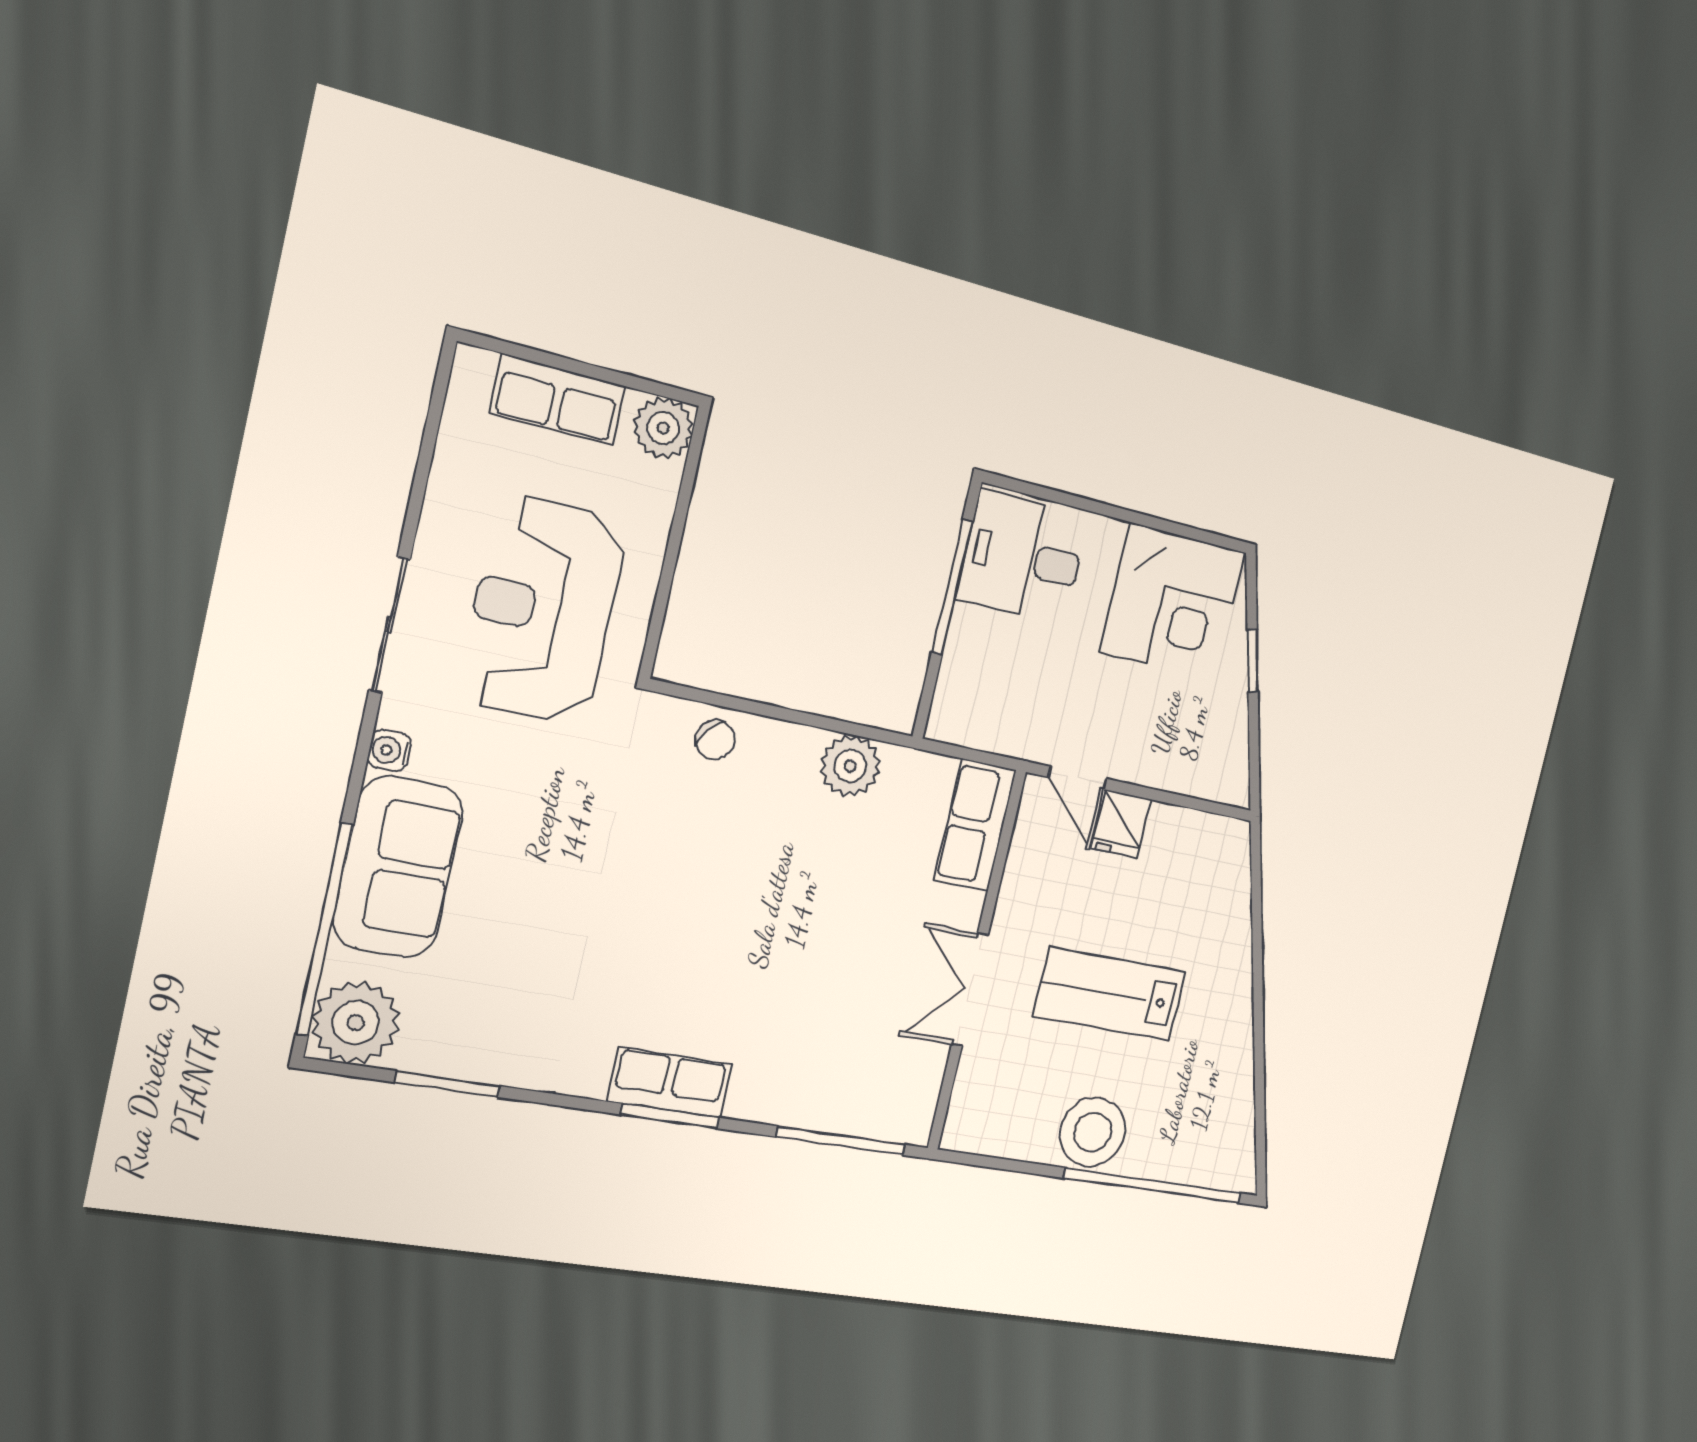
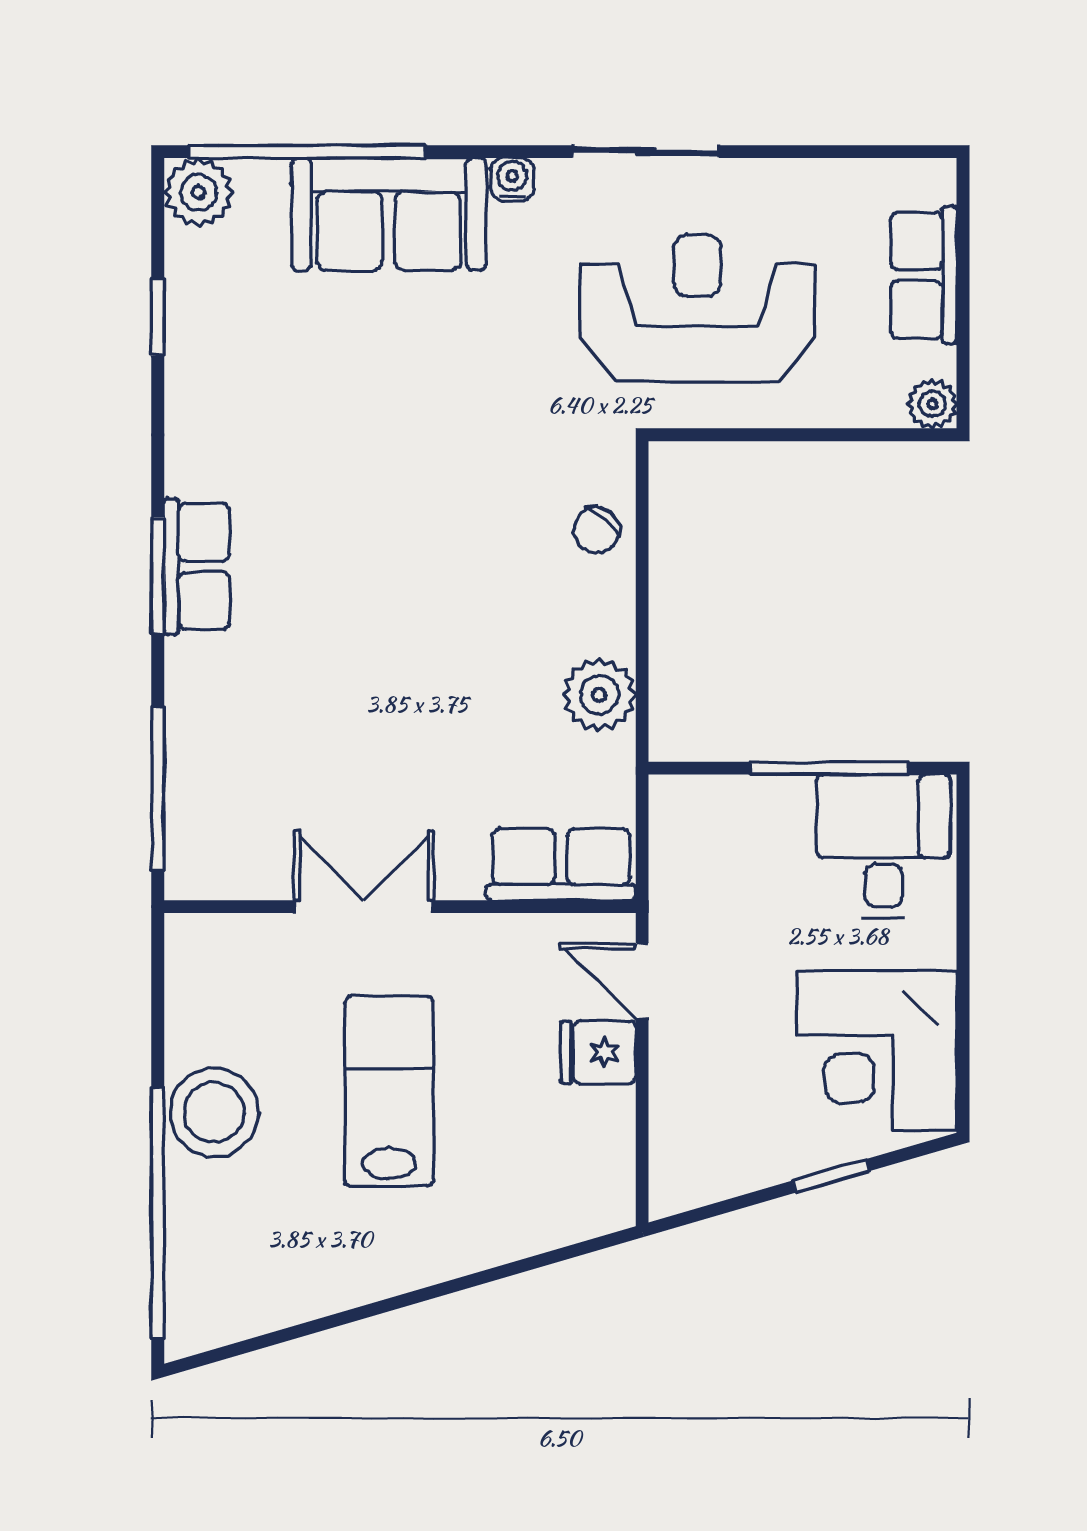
plant: (663, 428) -> (932, 404), width x0.73, depth x0.73
door: (1077, 778) -> (642, 981), hinge flipped
plant: (356, 1023) -> (199, 192), width x0.73, depth x0.73
window: (447, 1084) -> (158, 317), width x0.67

